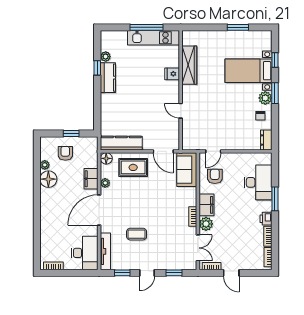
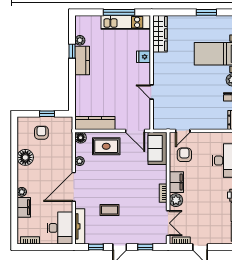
wardrobe: (189, 65) -> (160, 34), moved
plant: (45, 165) -> (22, 192), moved
filing cabinet: (91, 179) -> (24, 207), moved, turned 180

